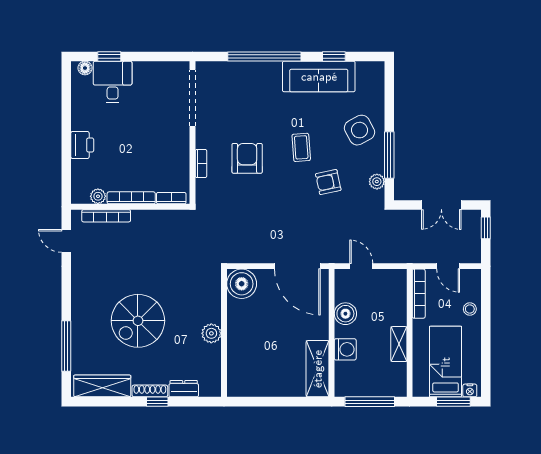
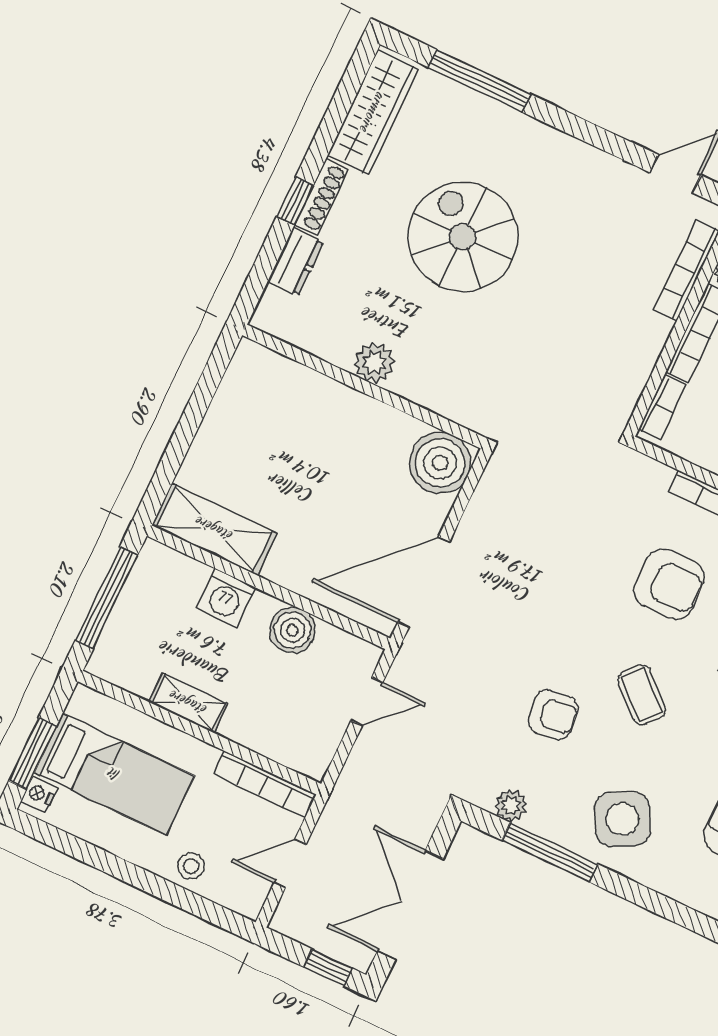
coffee table: (301, 147) -> (642, 695), turned 46
armchair: (328, 182) -> (553, 715), turned 96
double door: (441, 205) -> (410, 905), width x1.37

